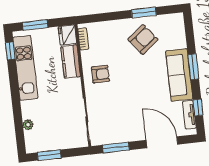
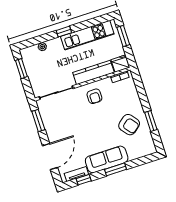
window: (10, 51) -> (64, 32), moved
kitchen counter: (71, 62) -> (93, 72), width x1.50

